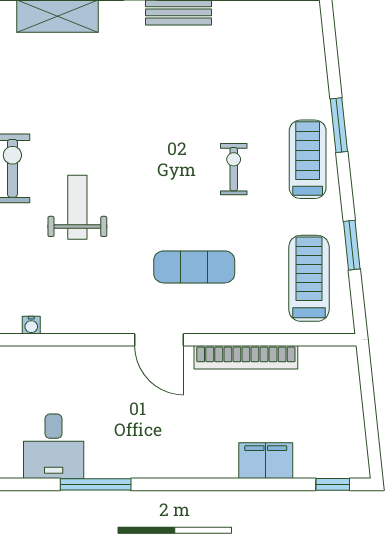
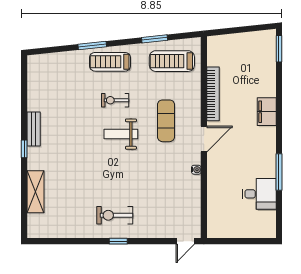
weight bench: (77, 207) -> (121, 134), moved
water cooler: (31, 325) -> (196, 170), moved
filing cabinet: (266, 461) -> (267, 112), moved
window: (333, 484) -> (279, 49), width x1.50

